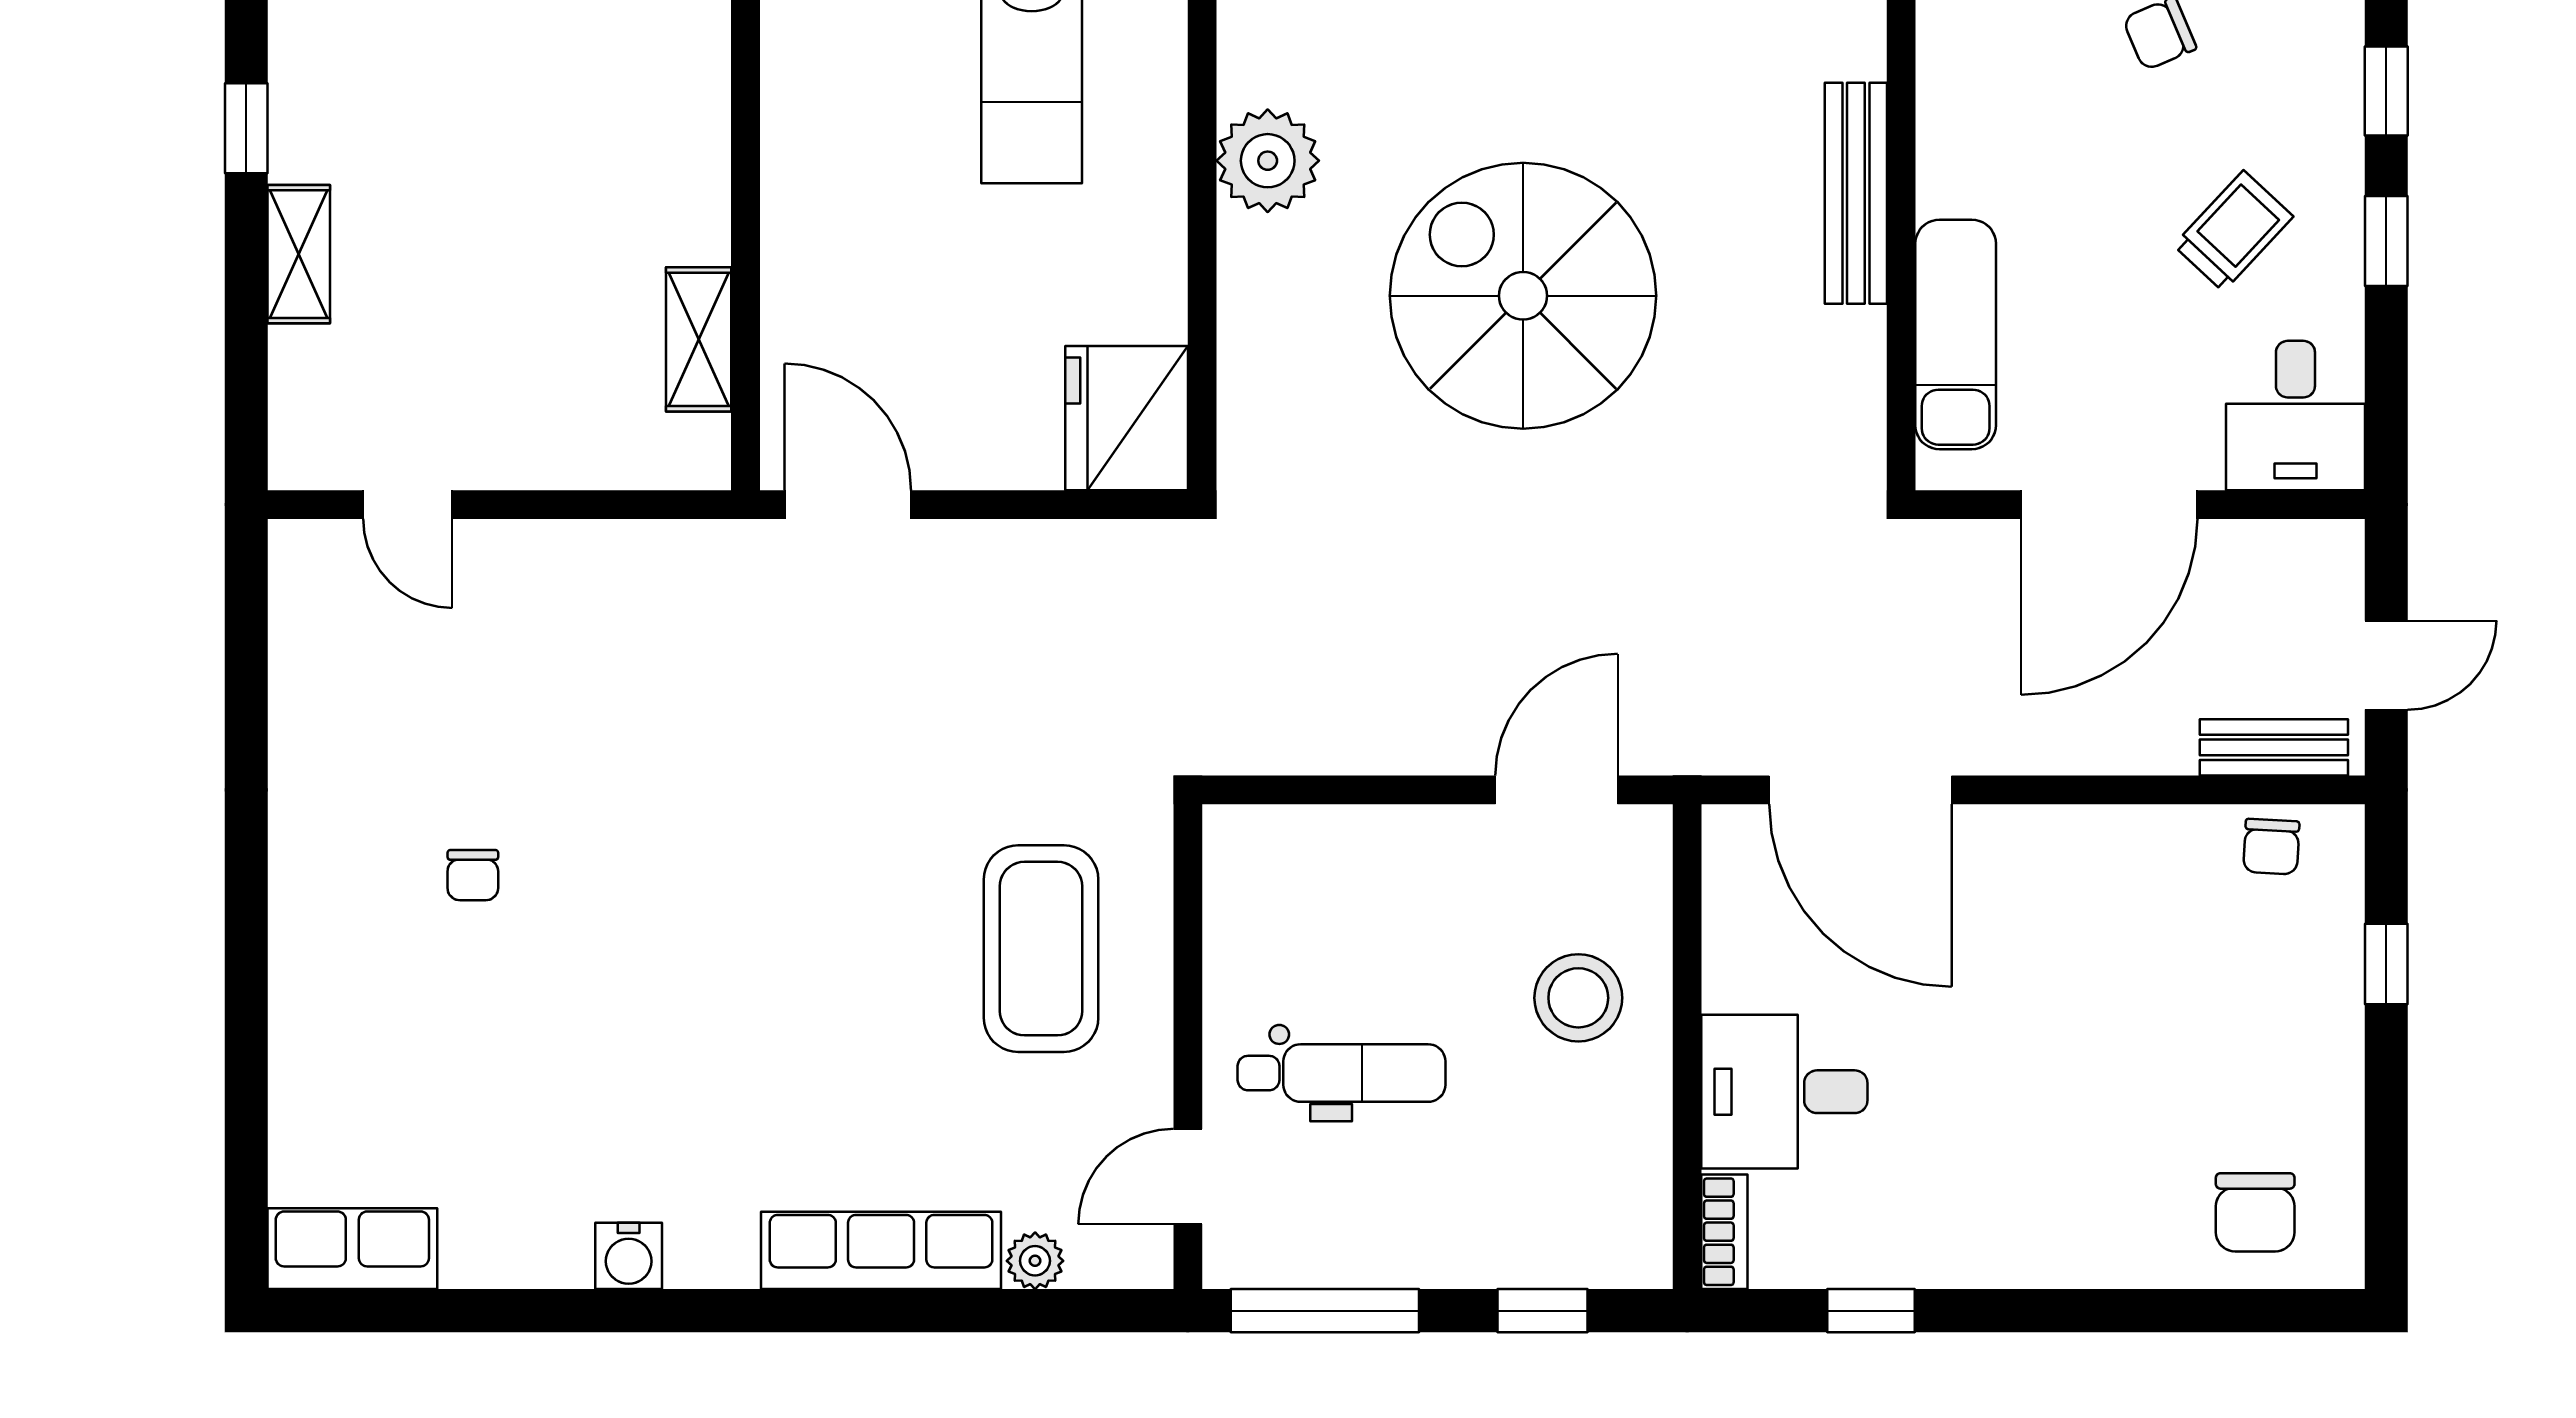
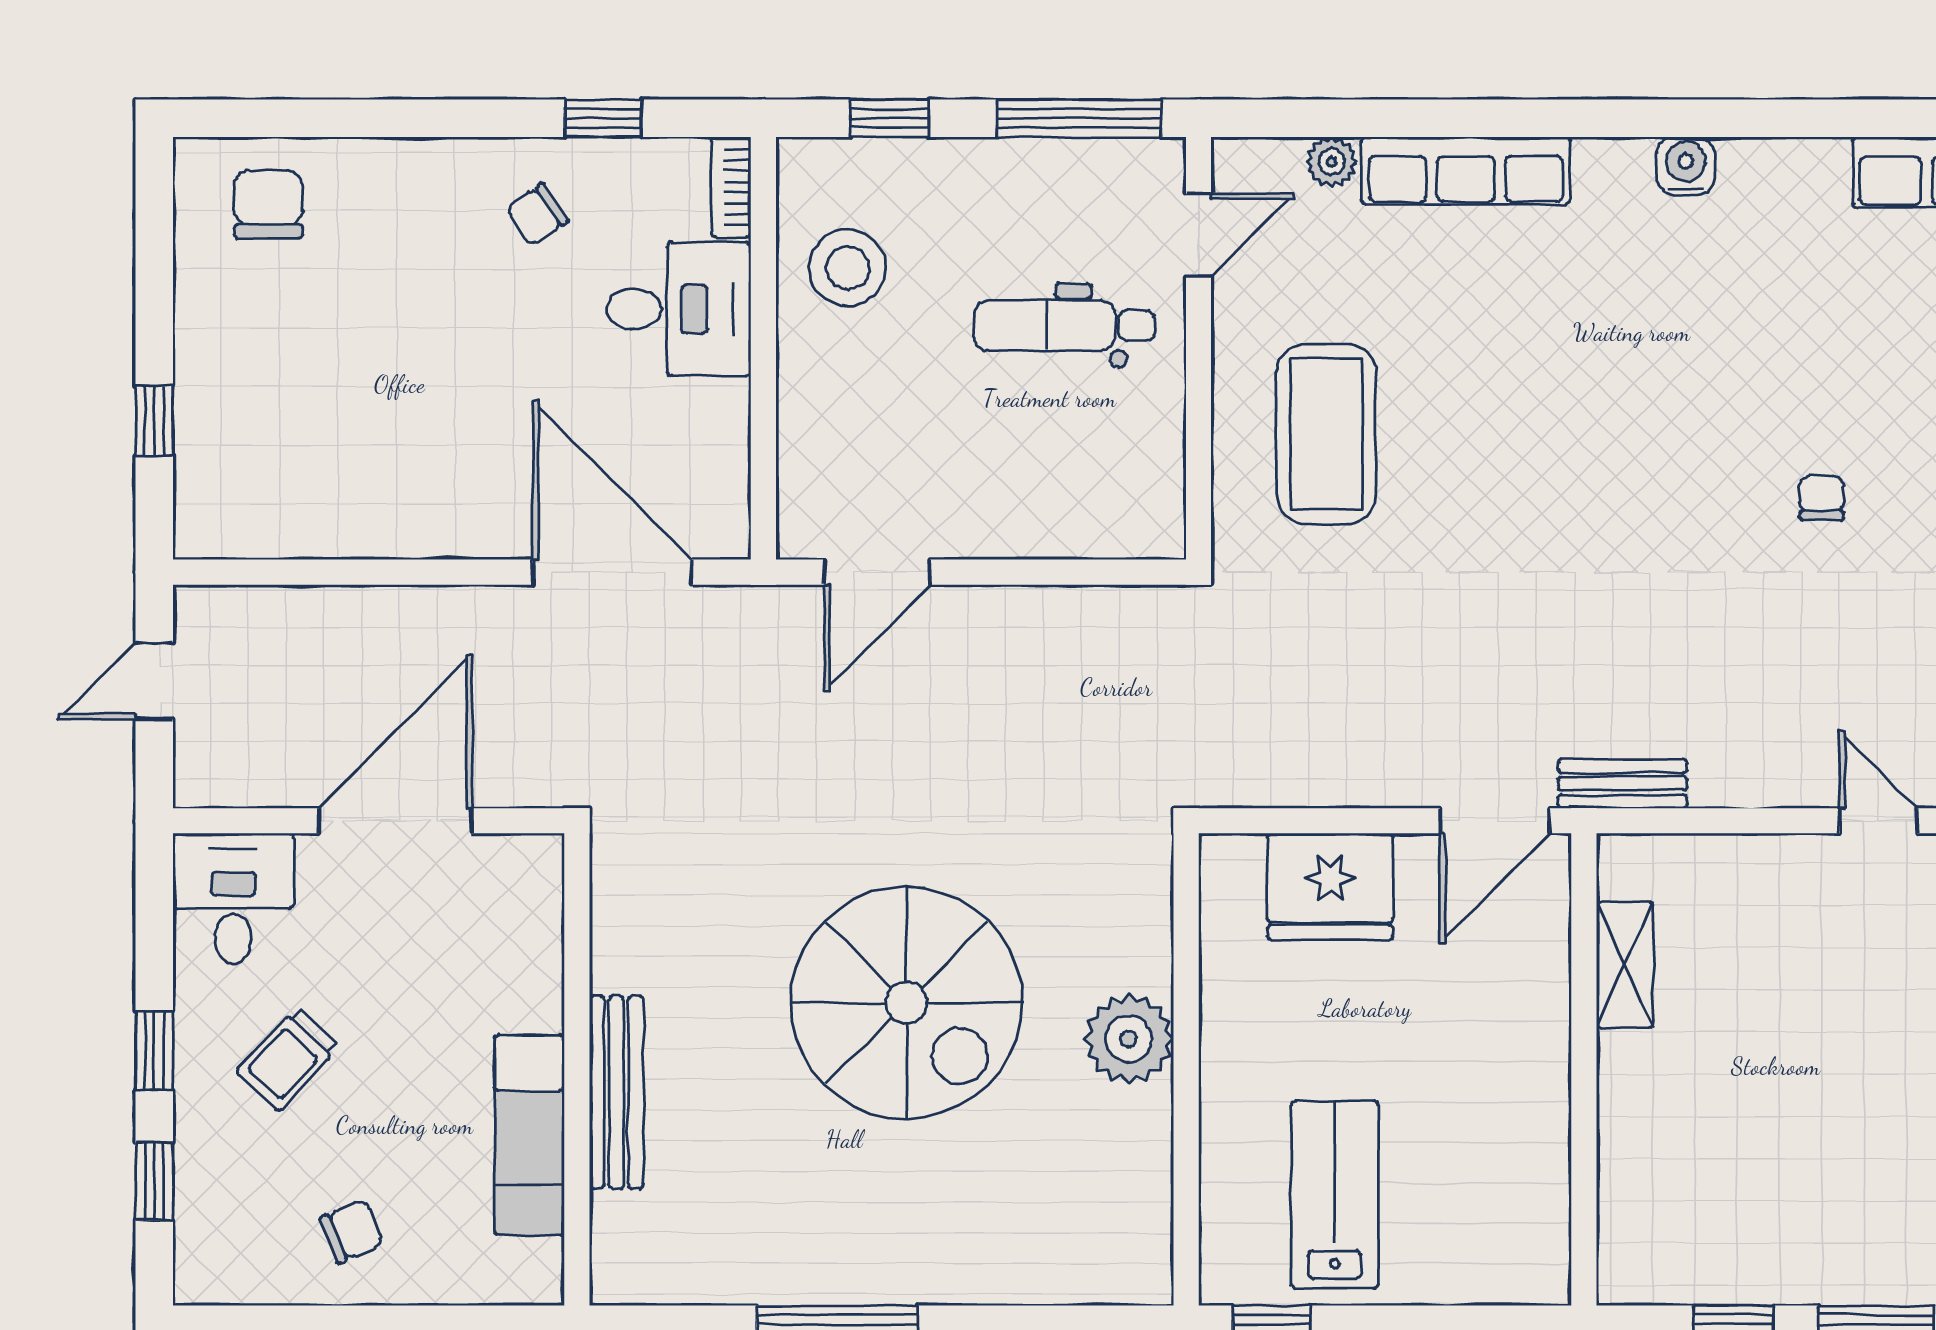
plant: (1268, 161) -> (1129, 1039), moved
exam couch: (1956, 334) -> (529, 1135), moved
fridge: (1127, 418) -> (1330, 886), moved, turned 90
door: (848, 505) -> (1495, 821), hinge flipped
bench: (2274, 747) -> (1622, 784), moved
chair: (2271, 847) -> (537, 215), moved, turned -127
stool: (1578, 998) -> (848, 268), moved

